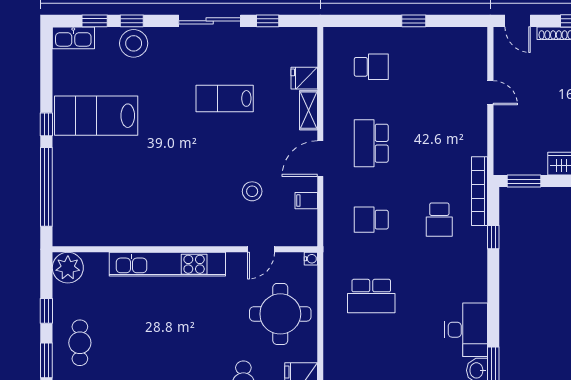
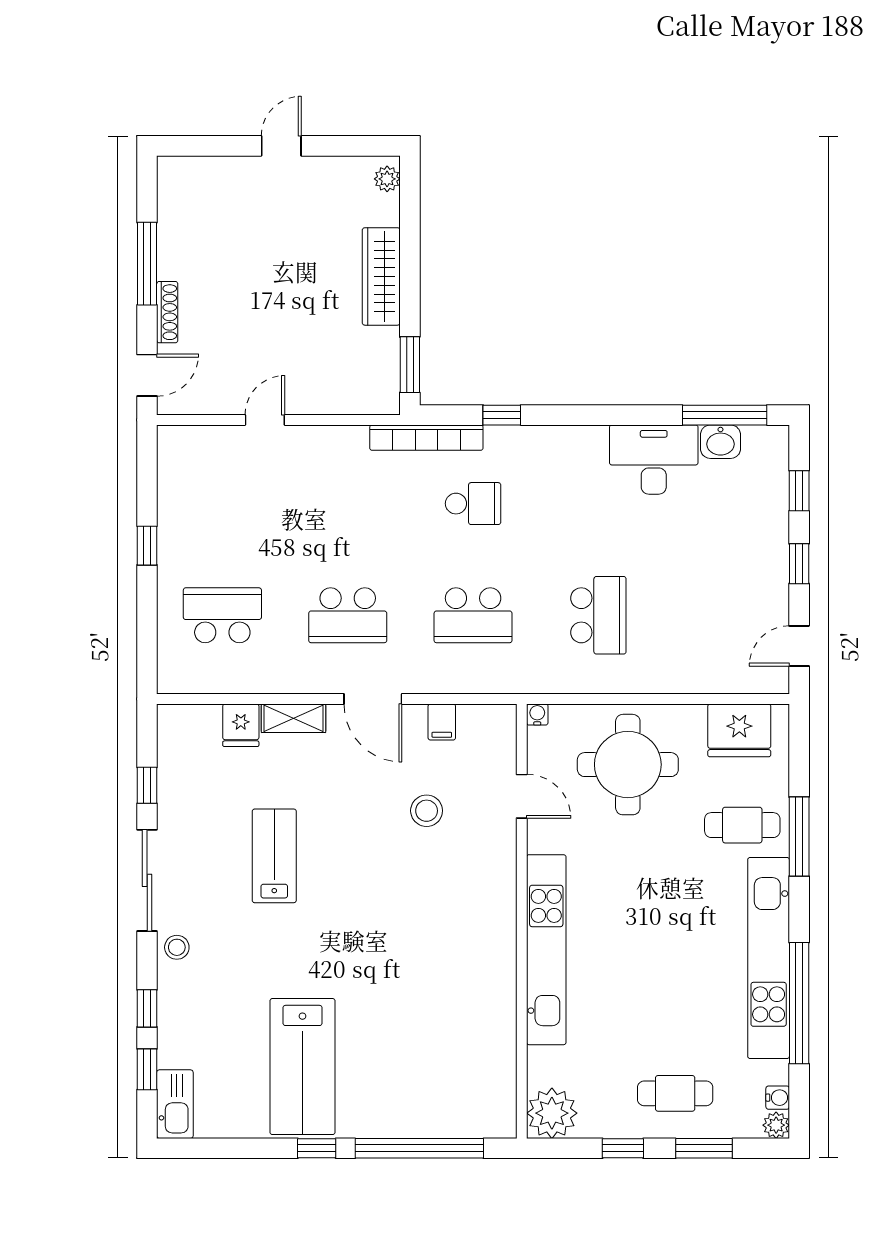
stool: (134, 43) -> (177, 947), moved, width x0.53, depth x0.53
school desk: (371, 67) -> (222, 615), width x1.85
lab bench: (225, 98) -> (274, 856), turned 180
school desk: (371, 220) -> (473, 615), width x1.85

